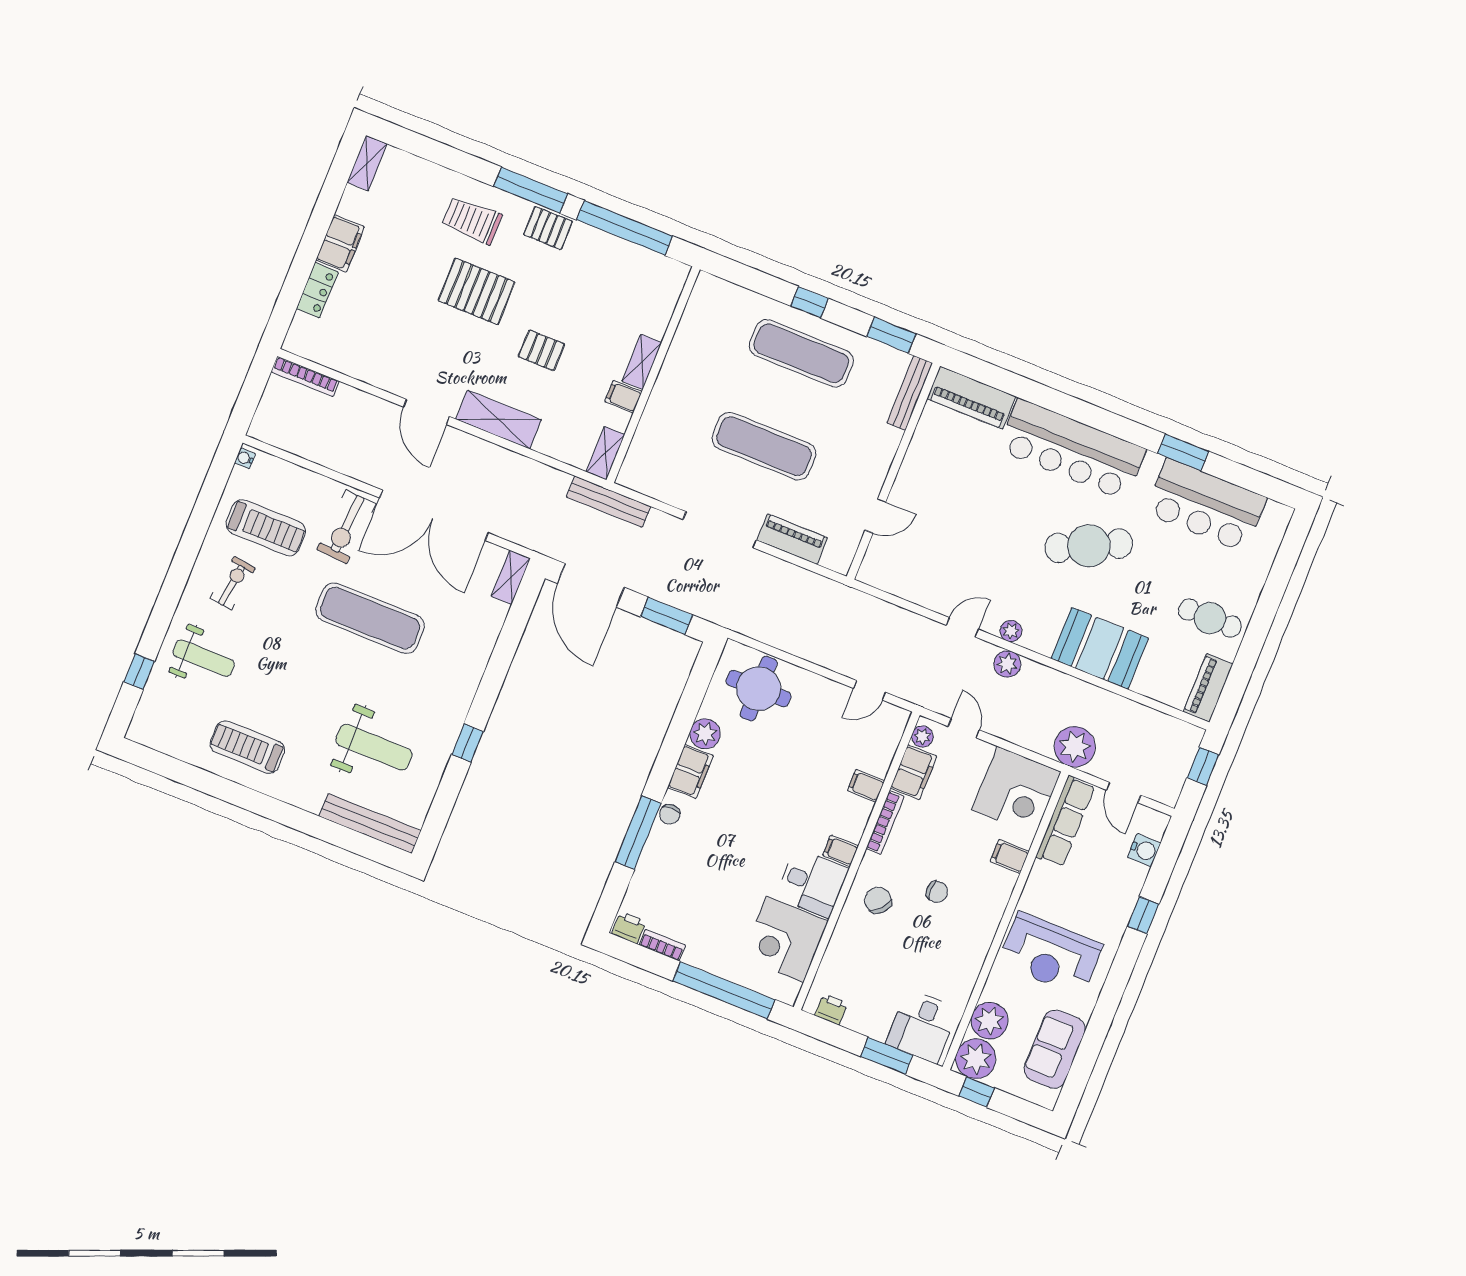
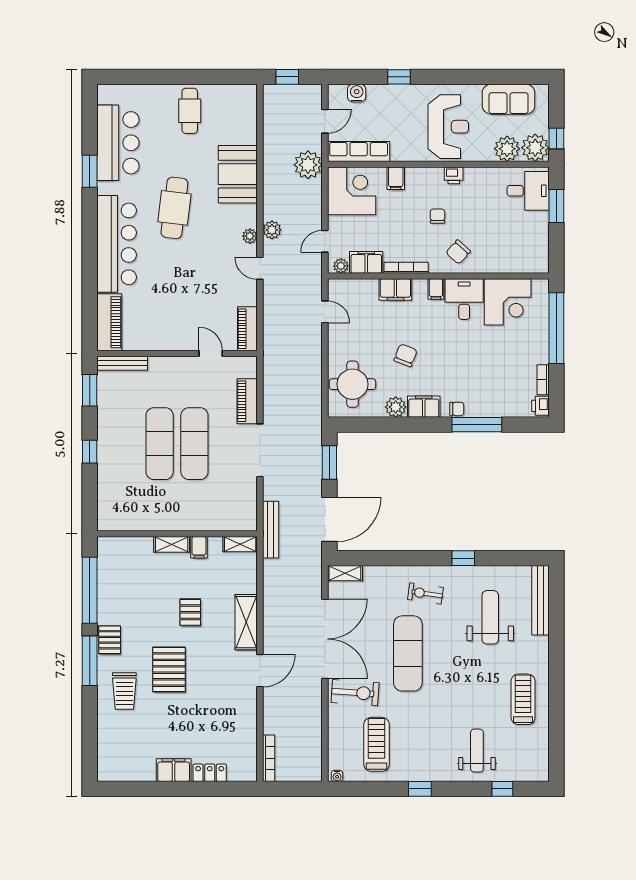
shelving: (367, 163) -> (115, 774), removed
exercise mat: (801, 353) -> (160, 444), moved
cafe table: (1089, 546) -> (174, 208), turned 33
window: (183, 562) -> (420, 789), added
exercise bike: (233, 583) -> (425, 593), moved
piano: (1208, 688) -> (247, 329), moved, turned 90
treadmill: (247, 747) -> (523, 699), turned 180
chair: (769, 775) -> (406, 355), added
filing cabinet: (866, 786) -> (395, 290), width x2.00
printer: (831, 1009) -> (454, 175), moved, turned -90

